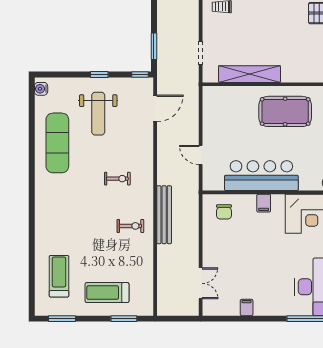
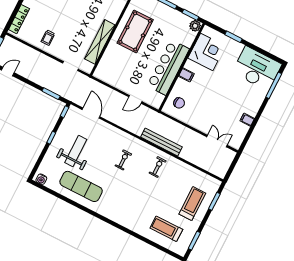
weight bench: (98, 114) -> (76, 151), turned -90
treadmill: (107, 293) -> (192, 204), turned 180

